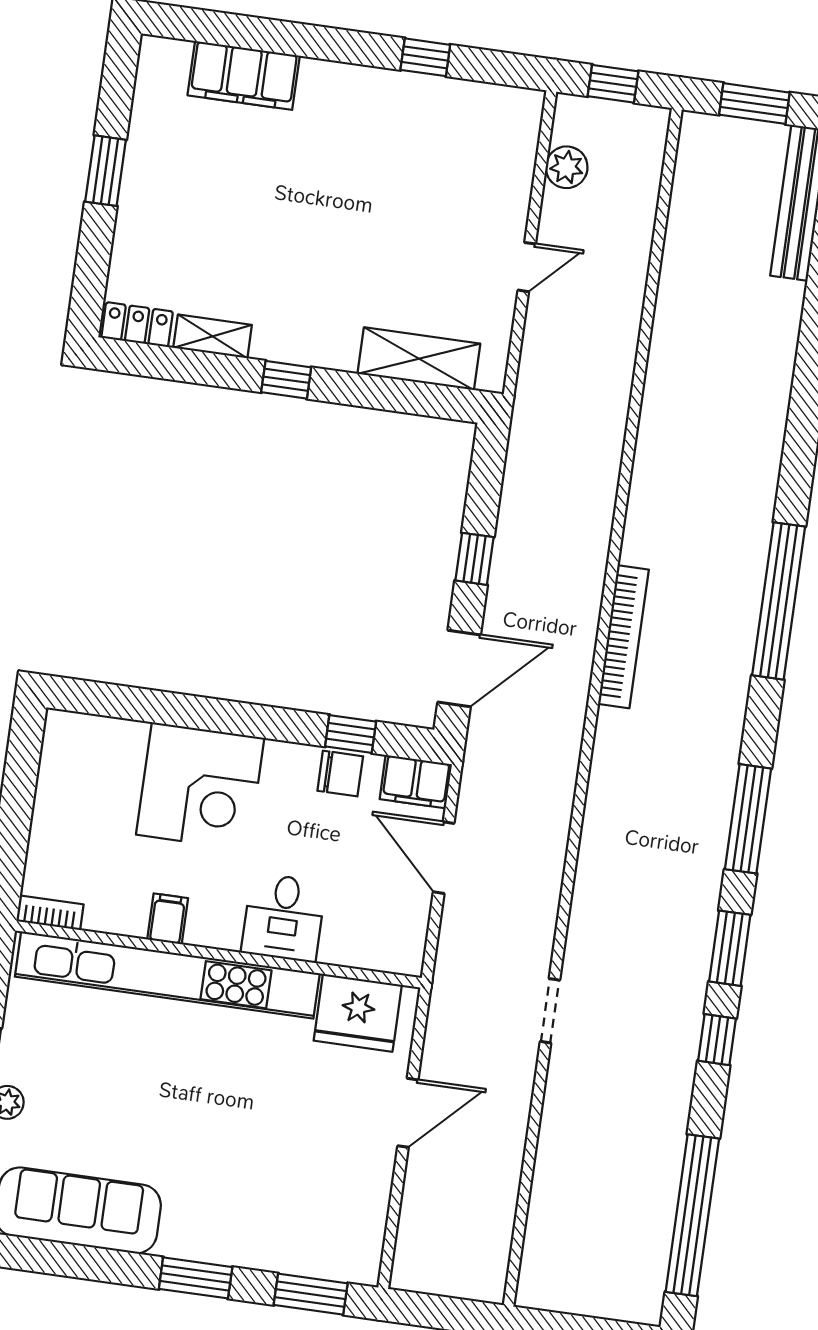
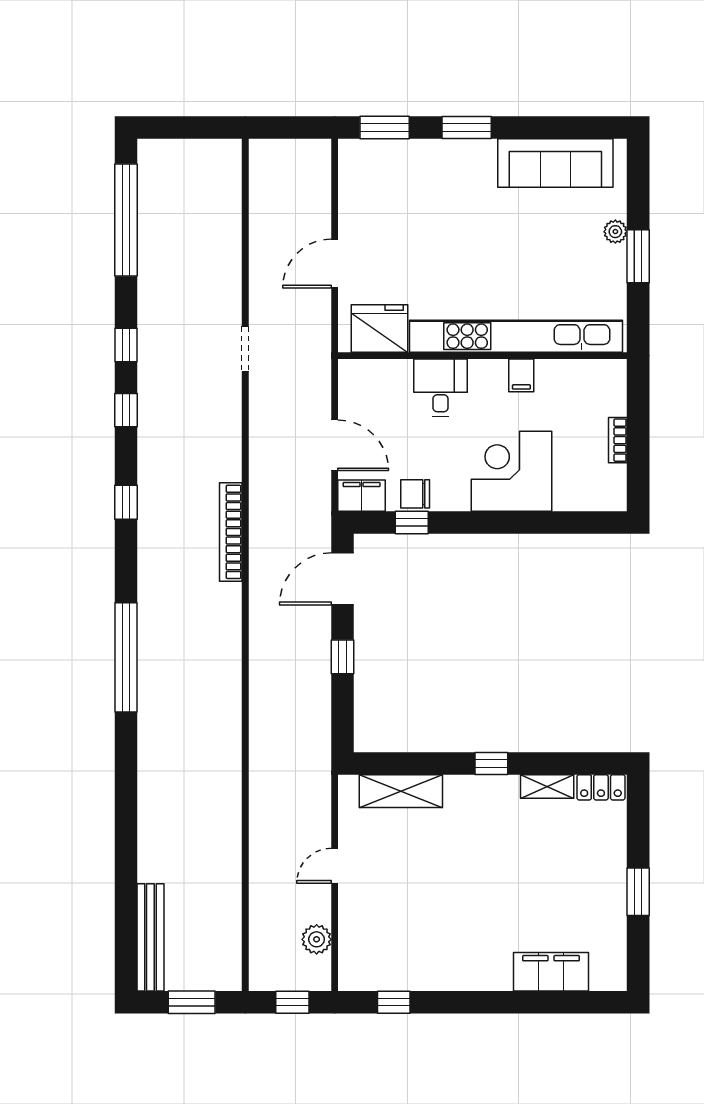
window: (425, 57) -> (394, 1002), moved
bookcase: (623, 637) -> (231, 532), moved
window: (748, 819) -> (126, 502), width x0.46
bookcase: (50, 913) -> (618, 440), moved, turned 90
window: (730, 948) -> (126, 410), width x0.67

